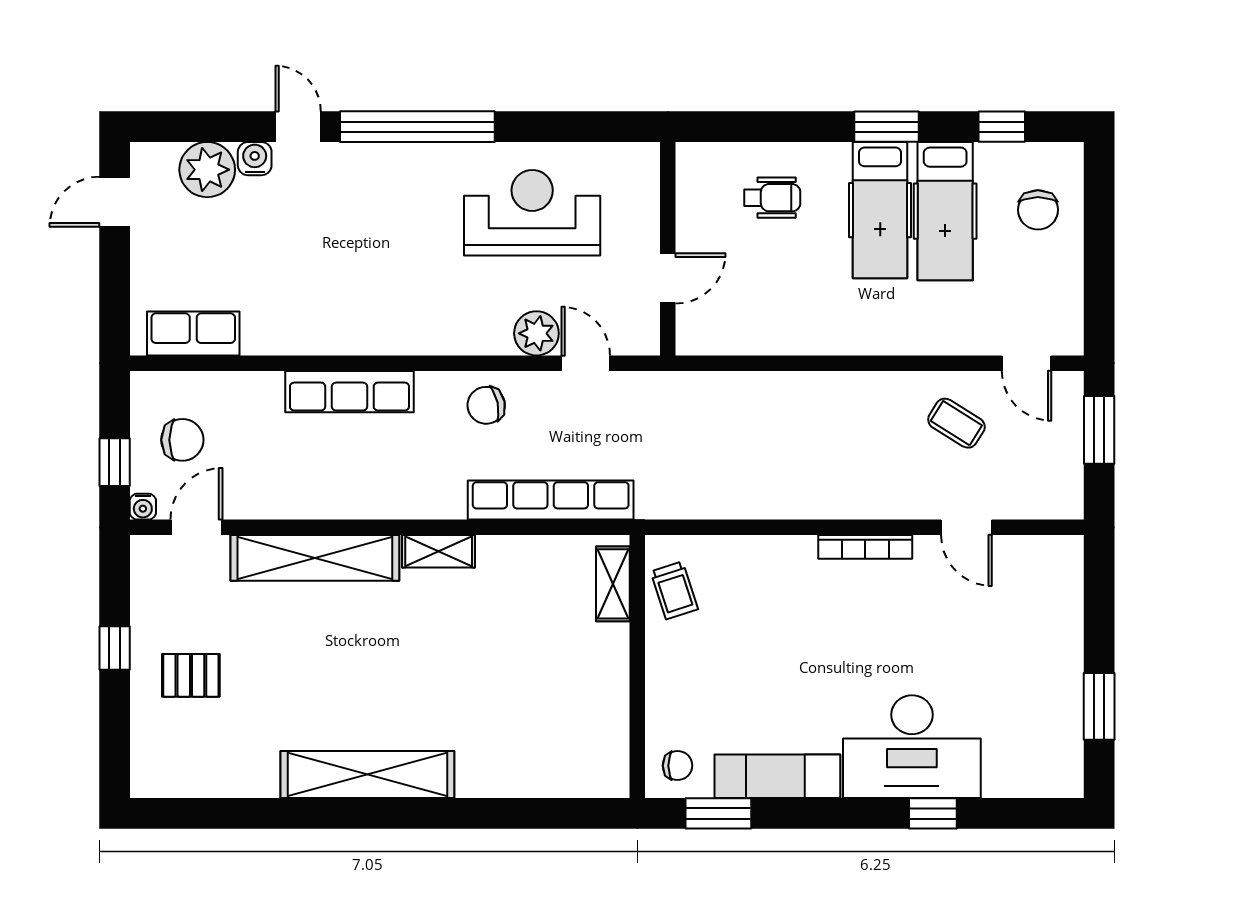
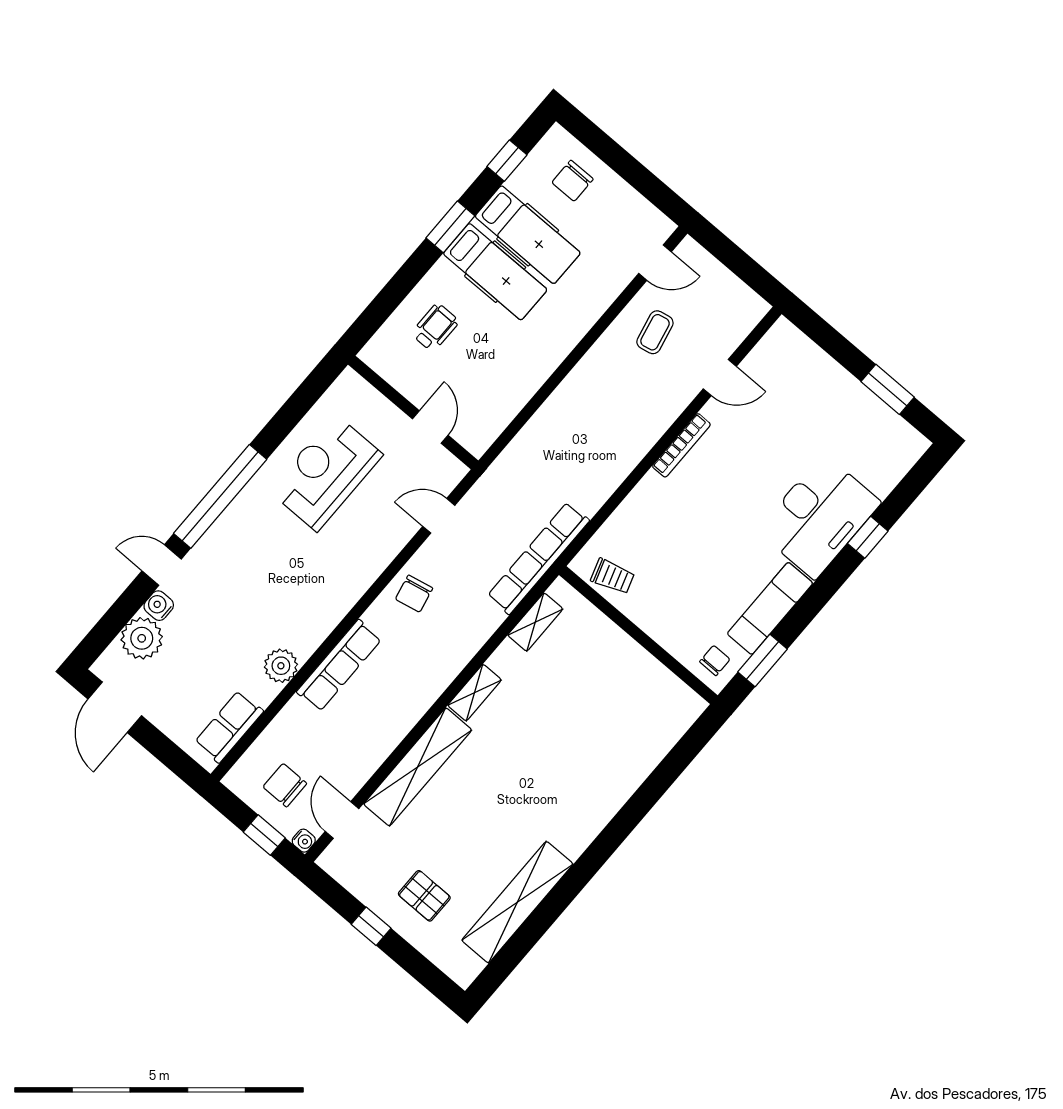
door: (115, 202) -> (115, 707), width x1.38
chair: (1038, 210) -> (572, 181), turned 90
plant: (536, 333) -> (281, 666), moved
coffee table: (956, 423) -> (655, 332), turned -44
window: (1099, 430) -> (729, 254), removed
chair: (182, 440) -> (285, 785), turned -90
row of seats: (551, 500) -> (538, 558), moved
shelving: (613, 584) -> (535, 622), moved, turned 90
pallet: (191, 675) -> (424, 896), turned 90
shelving: (367, 775) -> (517, 902), moved

